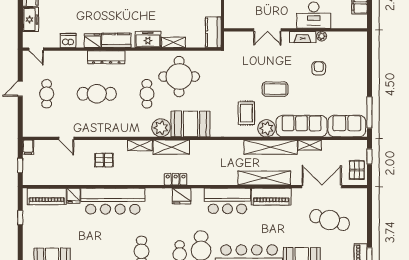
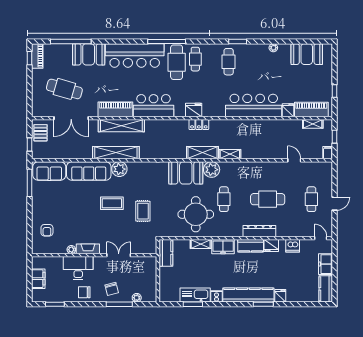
armchair: (319, 68) -> (47, 230), moved
rug: (246, 113) -> (143, 211), moved
shelving: (310, 145) -> (313, 124), moved
pallet: (104, 160) -> (261, 141), removed

